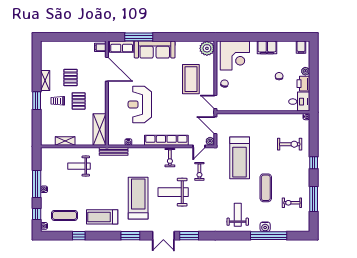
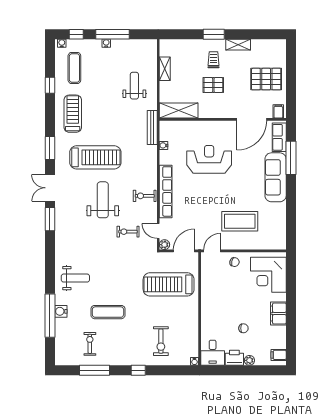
plant: (207, 48) -> (277, 241), removed
pallet: (70, 78) -> (266, 79), moved, width x1.50, depth x1.42
treadmill: (240, 158) -> (169, 284), moved

